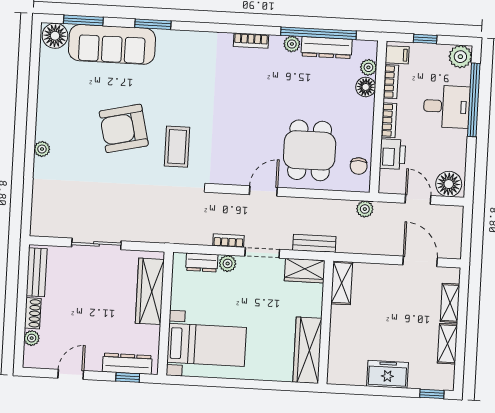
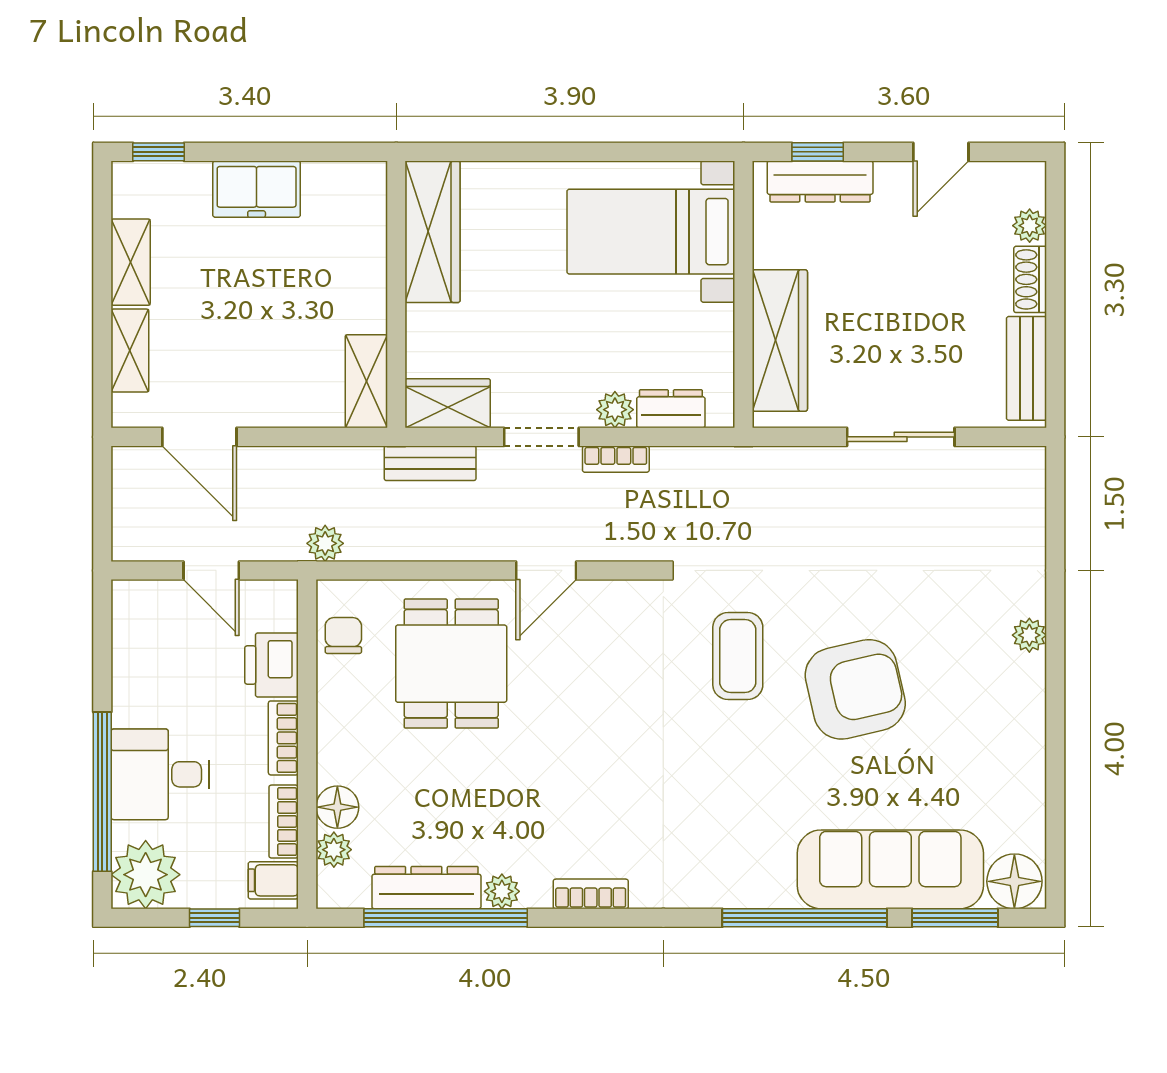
window: (153, 24) -> (805, 918), width x2.11
plant: (460, 57) -> (146, 875), width x1.36, depth x1.36
floor lamp: (449, 184) -> (147, 607), removed

